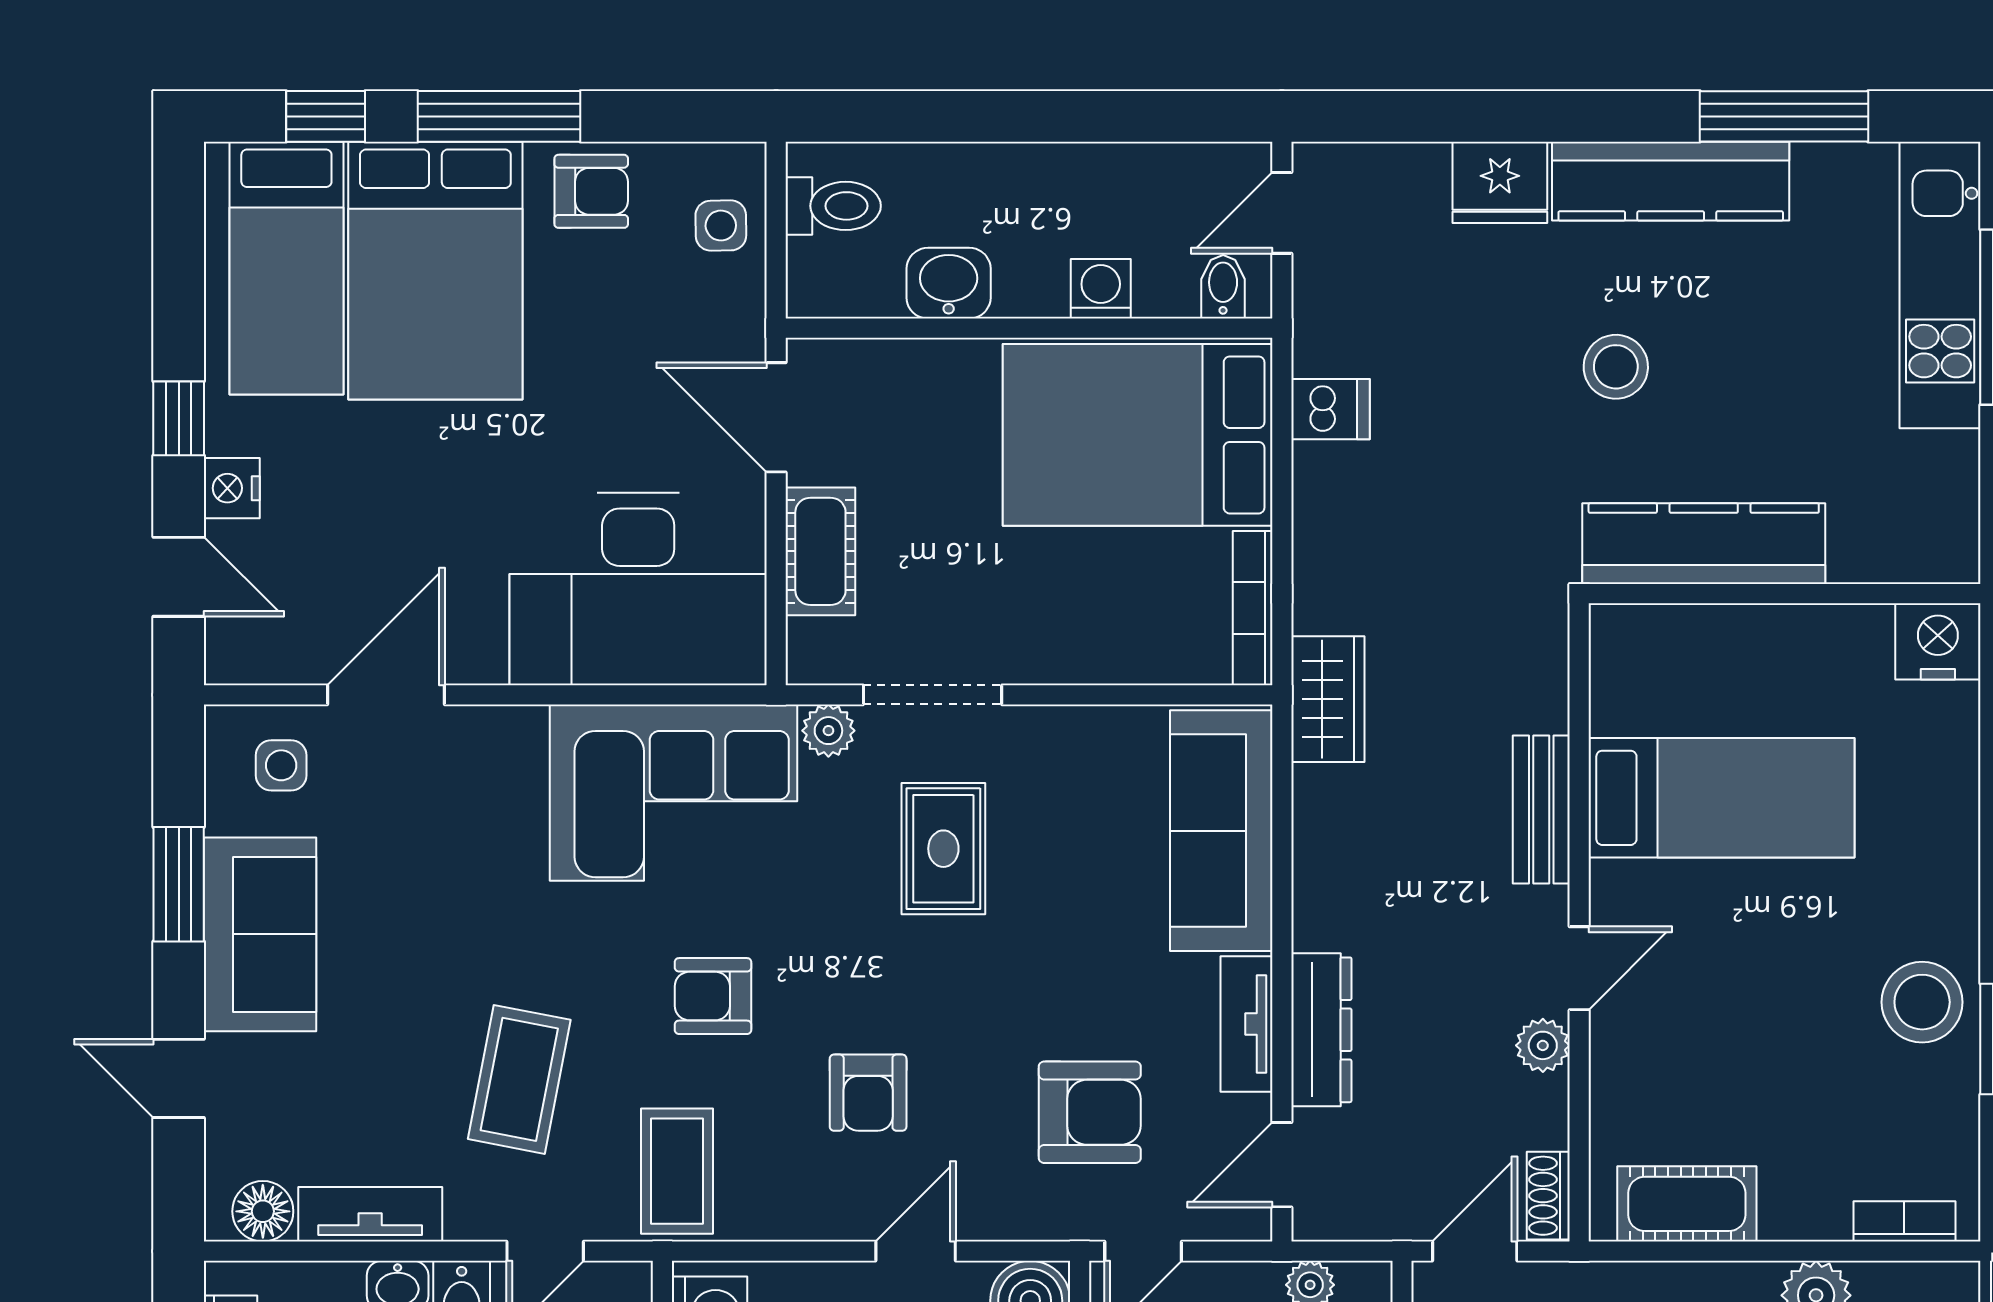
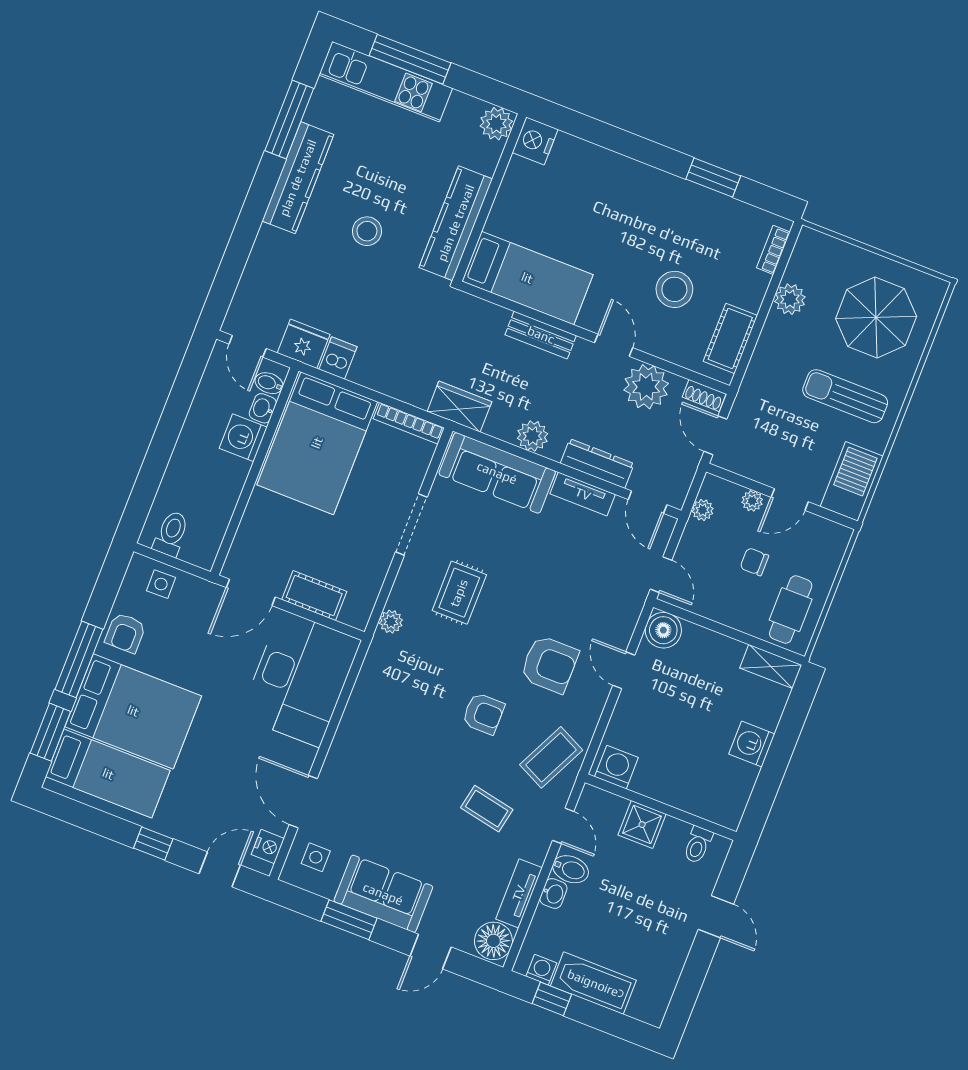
window: (326, 116) -> (50, 732), width x1.50
fridge: (1500, 182) -> (304, 344), moved, turned -90
armchair: (591, 191) -> (125, 633), turned 180
washbasin: (949, 283) -> (263, 408), moved, width x0.72, depth x0.69
washing machine: (1101, 289) -> (243, 438), width x1.38, depth x1.38
nightstand: (232, 488) -> (268, 847), moved, turned -90
plant: (1942, 547) -> (496, 124), added
doorway: (932, 695) -> (411, 524), moved
corner sofa: (674, 793) -> (391, 697), removed
bed: (1721, 798) -> (527, 278), moved, turned 90
rug: (943, 849) -> (459, 593), turned 90
plant: (1326, 874) -> (532, 436), added
armchair: (713, 996) -> (483, 714), turned -90
stool: (1922, 1002) -> (674, 289), moved
plant: (1543, 1045) -> (646, 387), width x1.88, depth x1.88
coffee table: (519, 1079) -> (487, 809), width x0.73, depth x0.77
armchair: (868, 1093) -> (549, 664), width x1.38, depth x1.38
armchair: (1090, 1112) -> (594, 574), removed
coffee table: (677, 1171) -> (551, 757), turned -64
floor lamp: (263, 1211) -> (493, 941), width x1.38, depth x1.38

